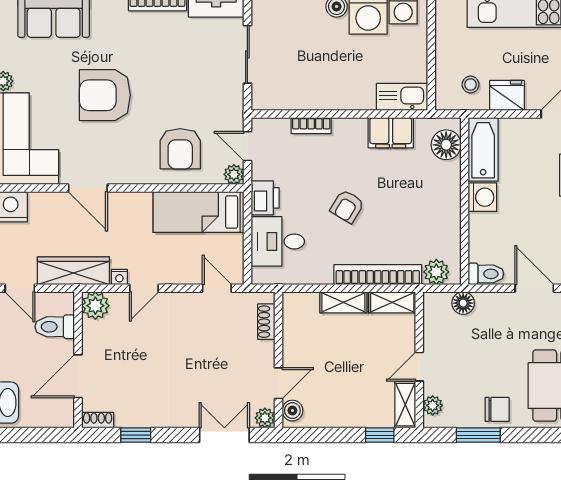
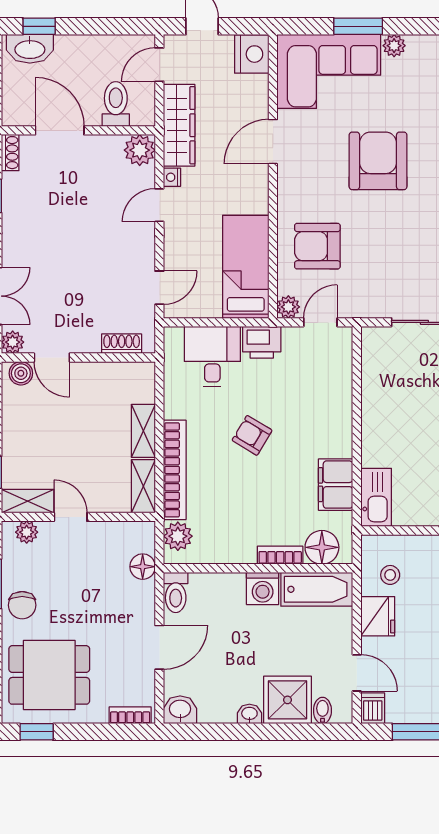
bookcase: (311, 126) -> (280, 555), moved, turned 90
door: (144, 288) -> (159, 205), hinge flipped

